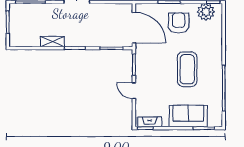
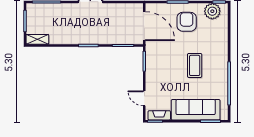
shelving: (52, 42) -> (37, 39), moved
coffee table: (187, 69) -> (195, 65), width x0.73, depth x0.76
door: (134, 91) -> (144, 98), moved
sofa: (188, 116) -> (196, 110), width x1.36

